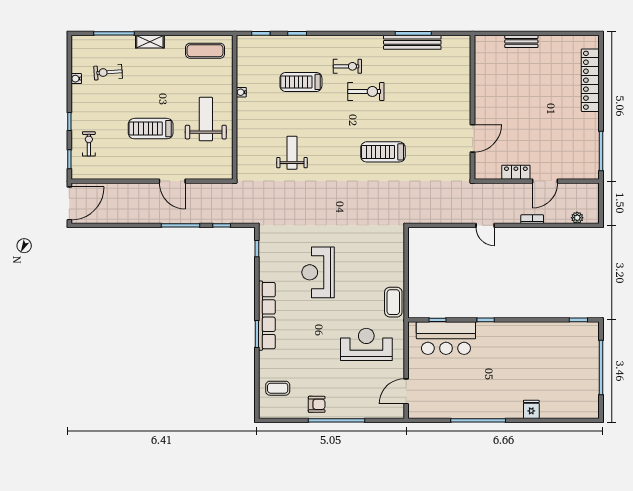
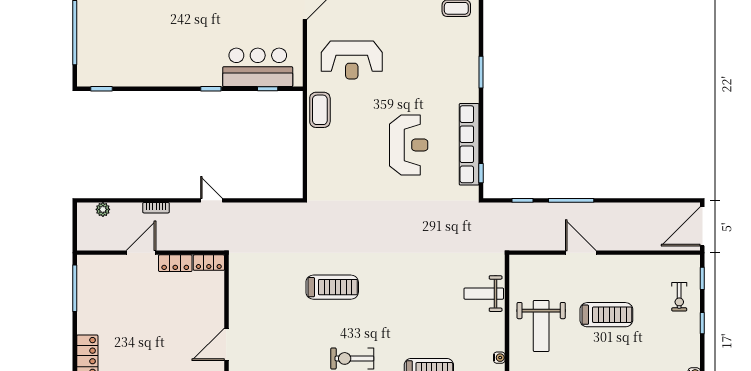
door: (473, 138) -> (226, 344), moved
weight bench: (292, 153) -> (484, 294), moved, turned 90
locker: (487, 173) -> (209, 263), added
row of seats: (267, 316) -> (469, 144), moved

